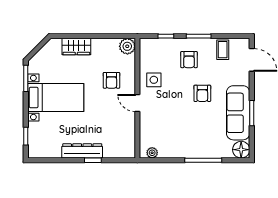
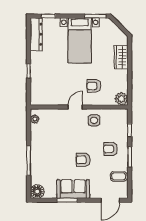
sofa: (238, 113) -> (73, 189), width x0.73
dresser: (82, 151) -> (36, 34), moved

